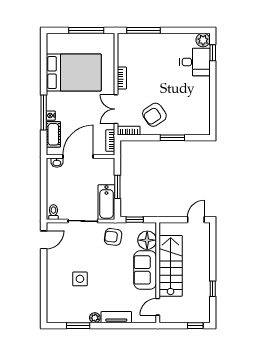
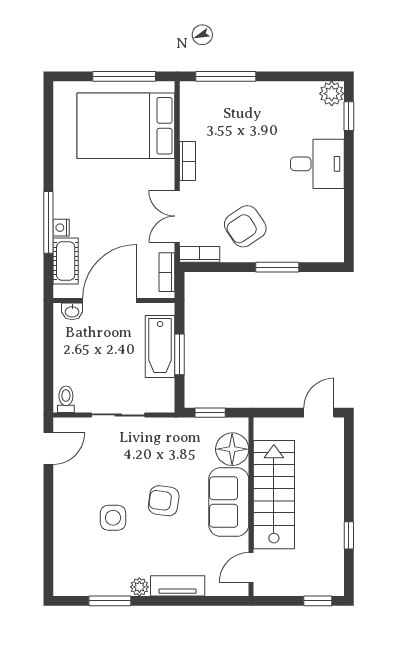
desk: (195, 62) -> (317, 164), moved
bed: (74, 73) -> (126, 126), moved, turned 180
bathtub: (106, 202) -> (160, 346), moved
armchair: (113, 237) -> (164, 501), moved

